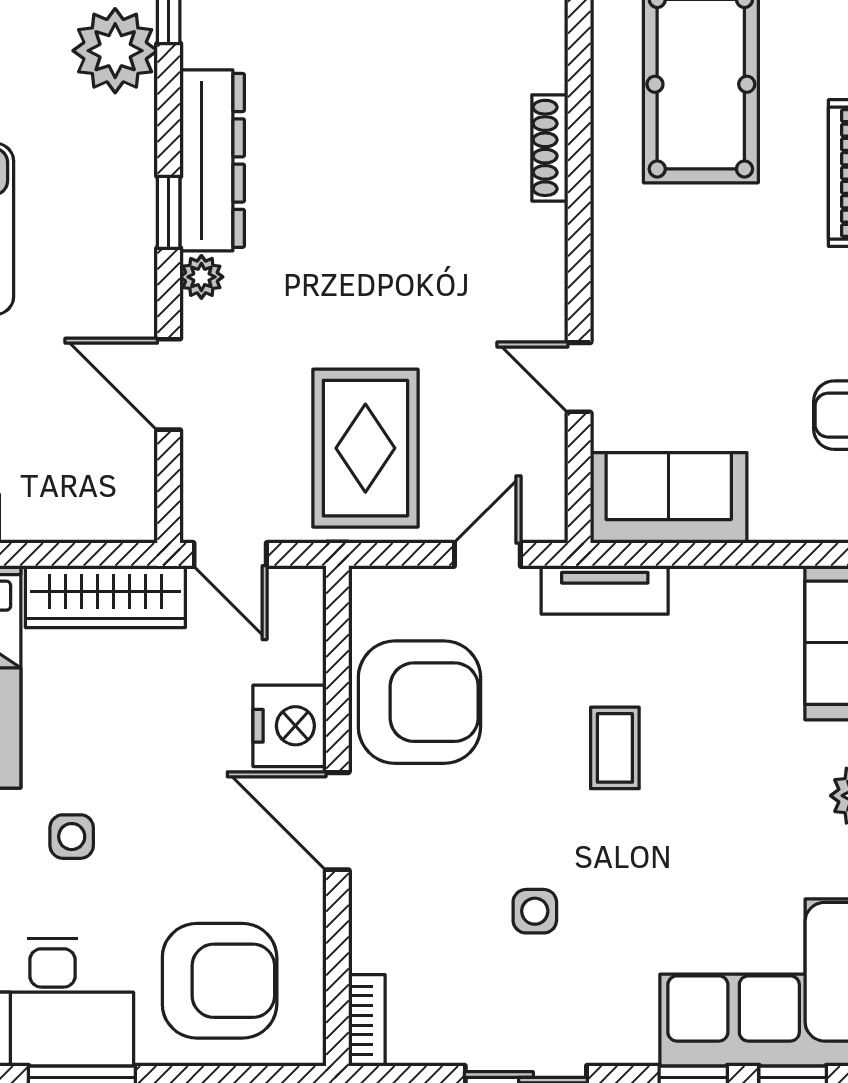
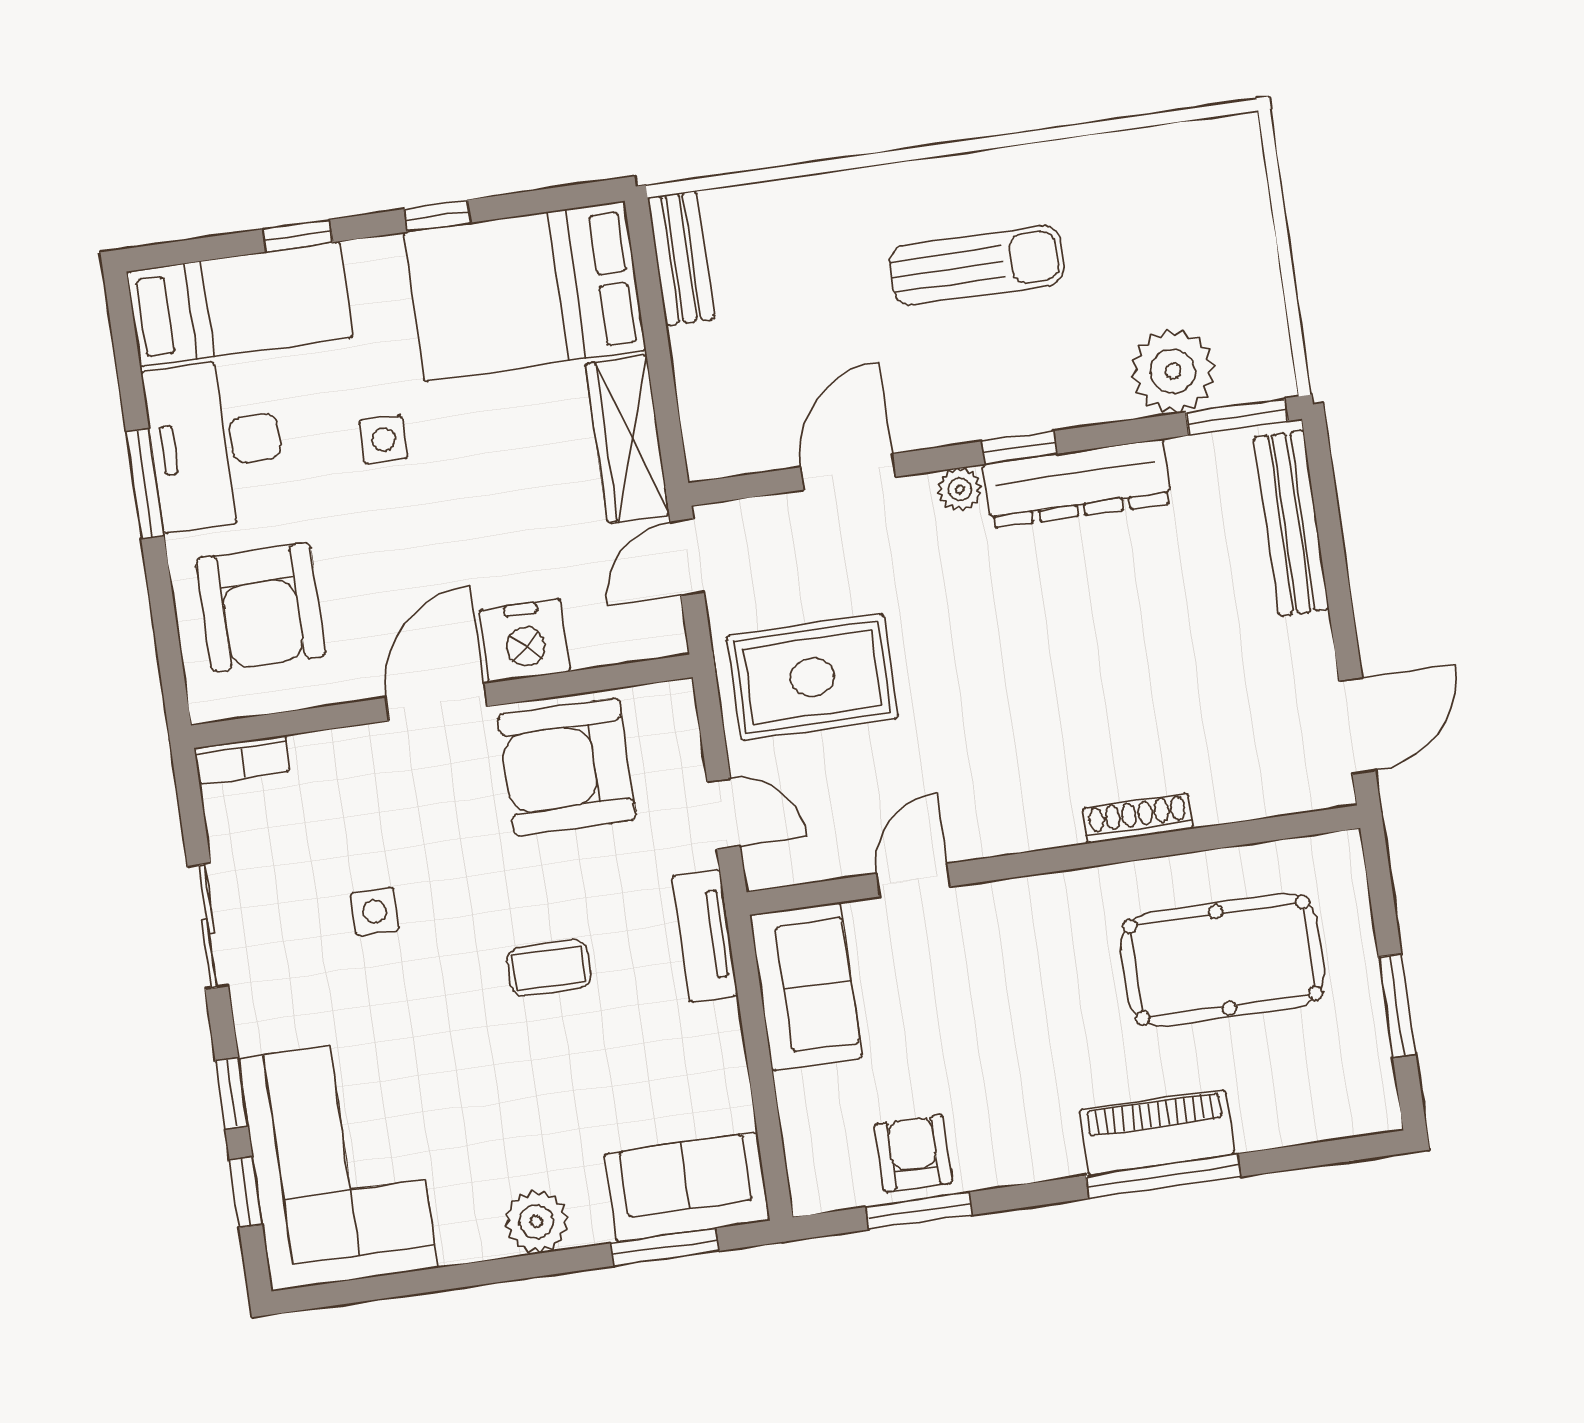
armchair: (419, 702) -> (567, 767), turned 90

